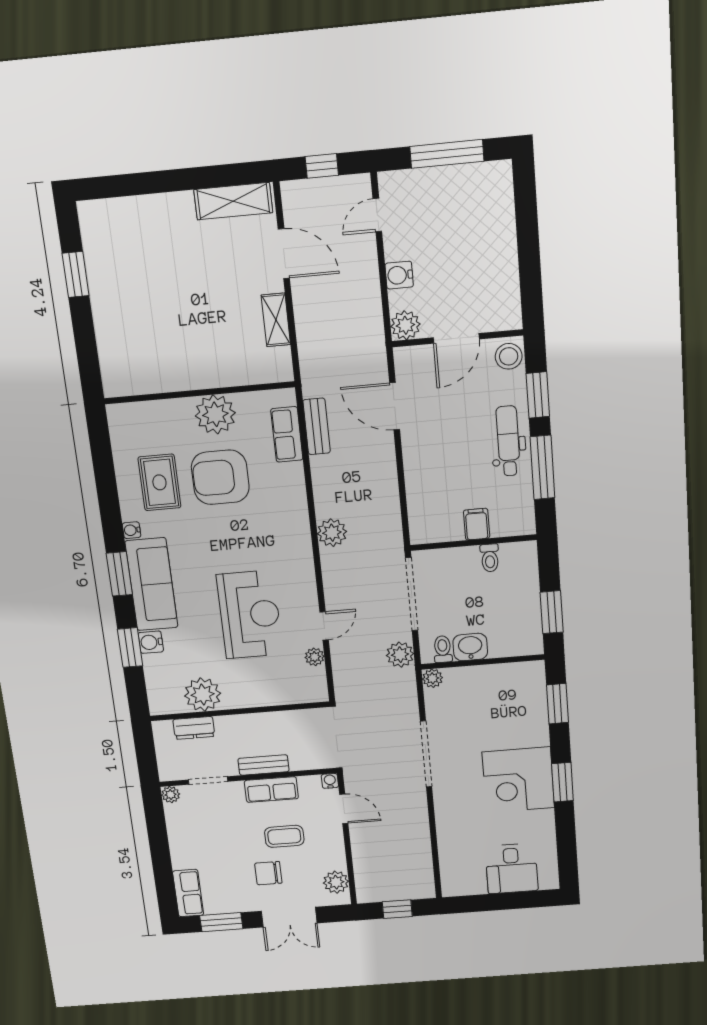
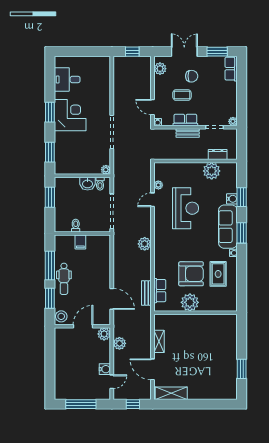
water cooler: (399, 275) -> (105, 369), moved
reception desk: (250, 615) -> (185, 208), turned 180
plant: (400, 655) -> (119, 343), moved
desk: (512, 869) -> (67, 79), moved, turned -90

